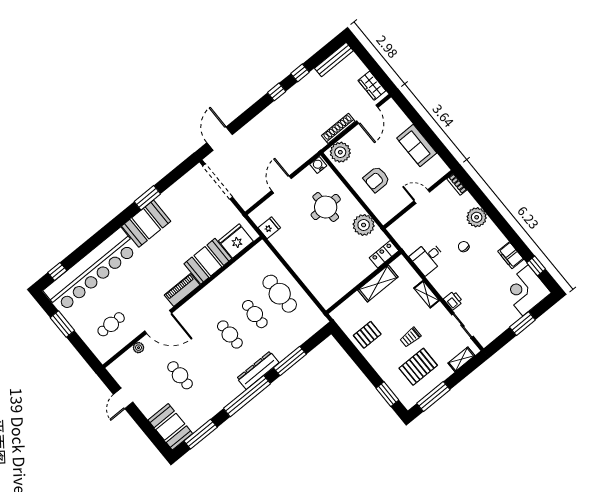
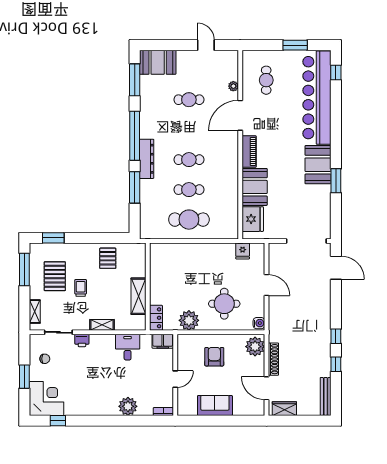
chair: (464, 247) -> (45, 359), moved
filing cabinet: (511, 255) -> (163, 341), moved, turned 180

